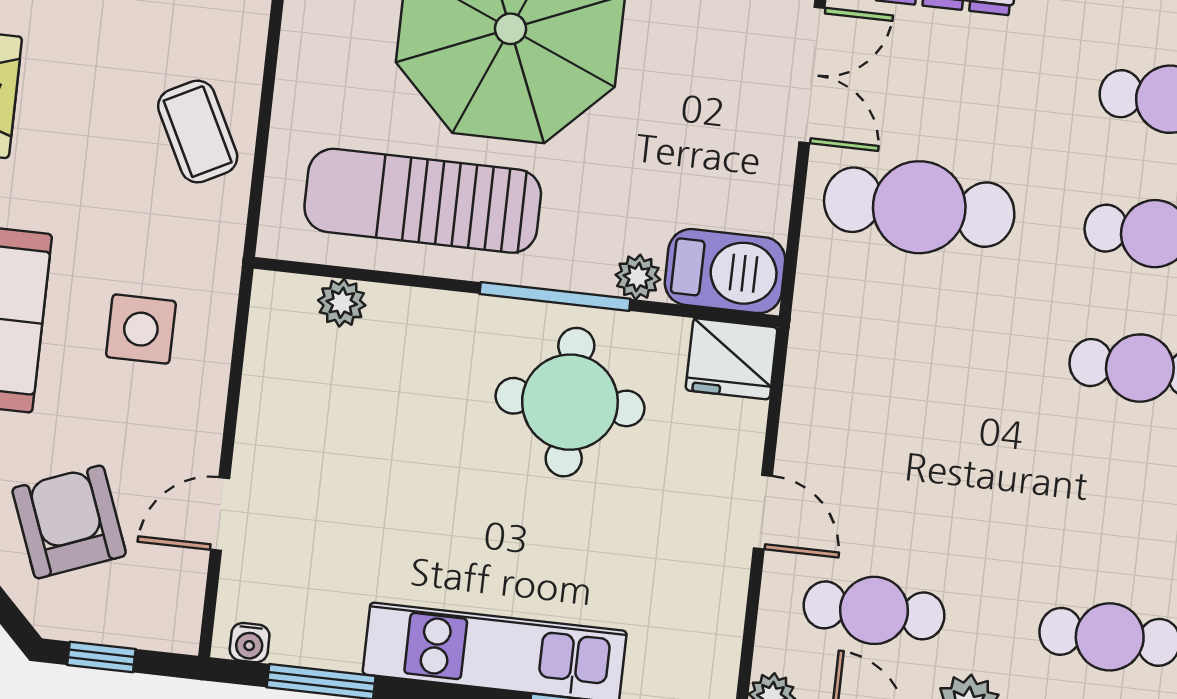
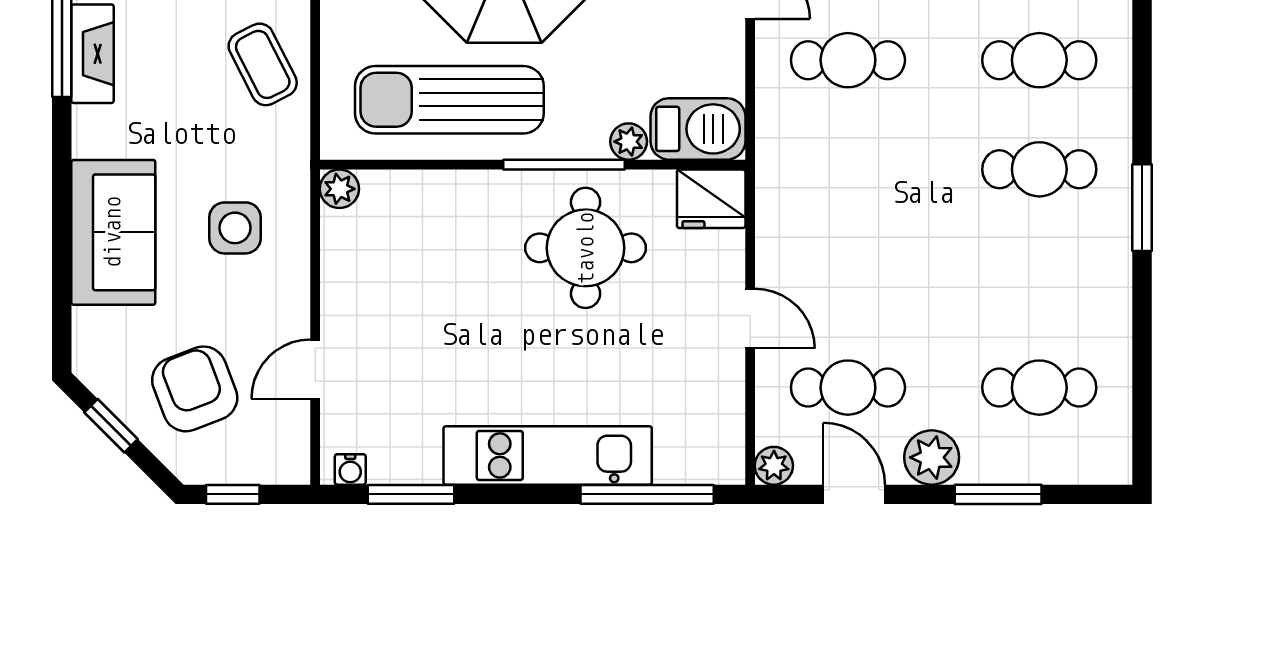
cafe table: (919, 207) -> (848, 60), width x0.73, depth x0.74
plant: (342, 303) -> (339, 189), moved

